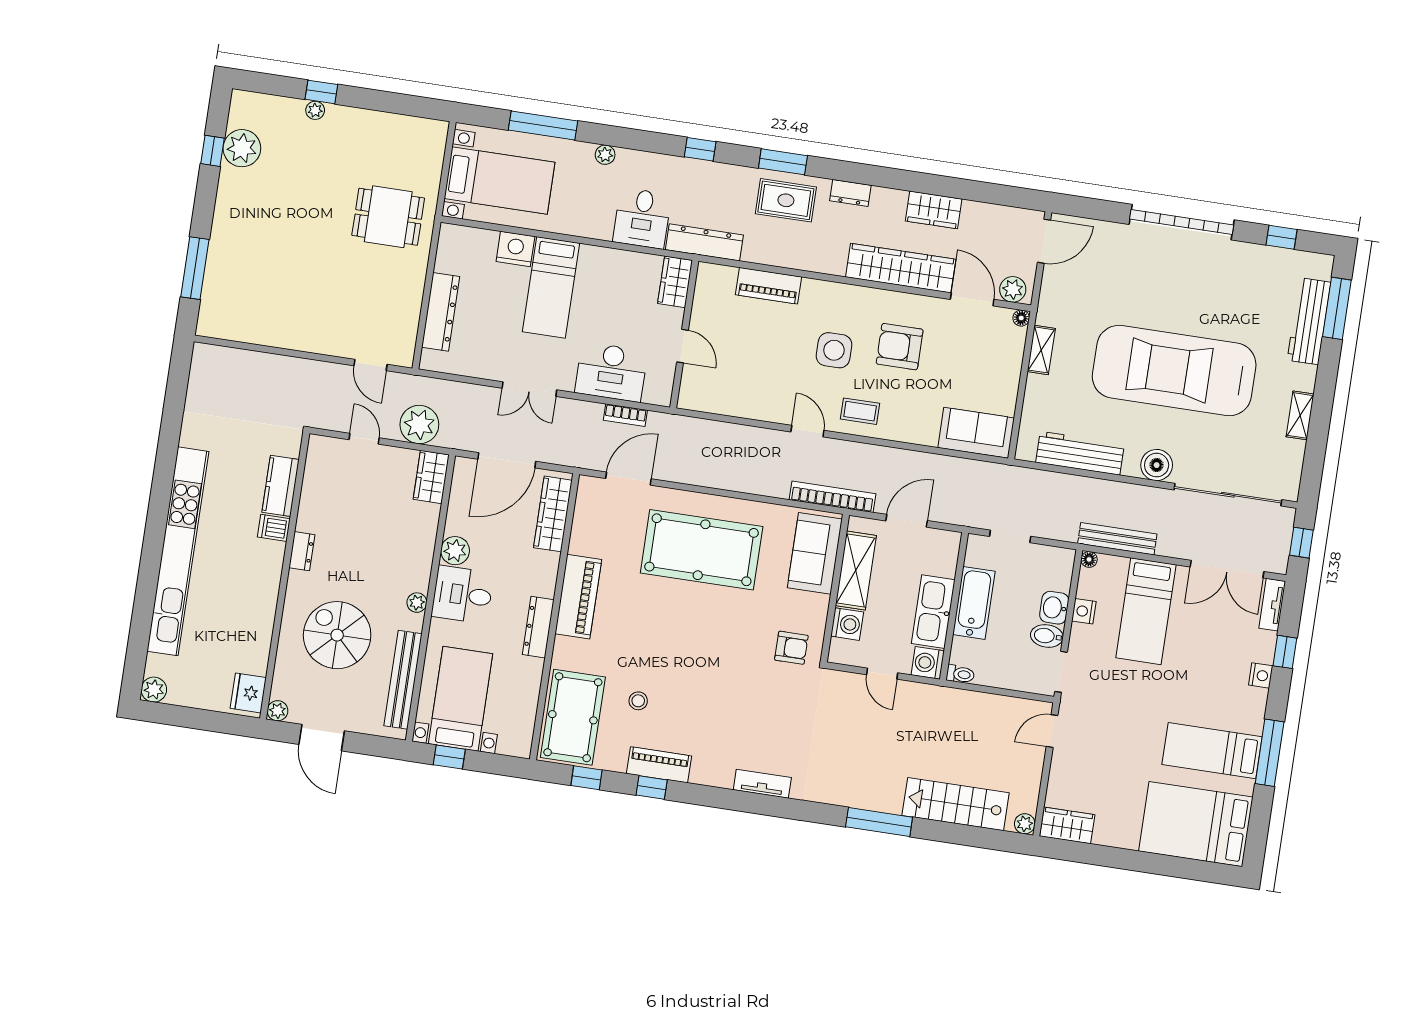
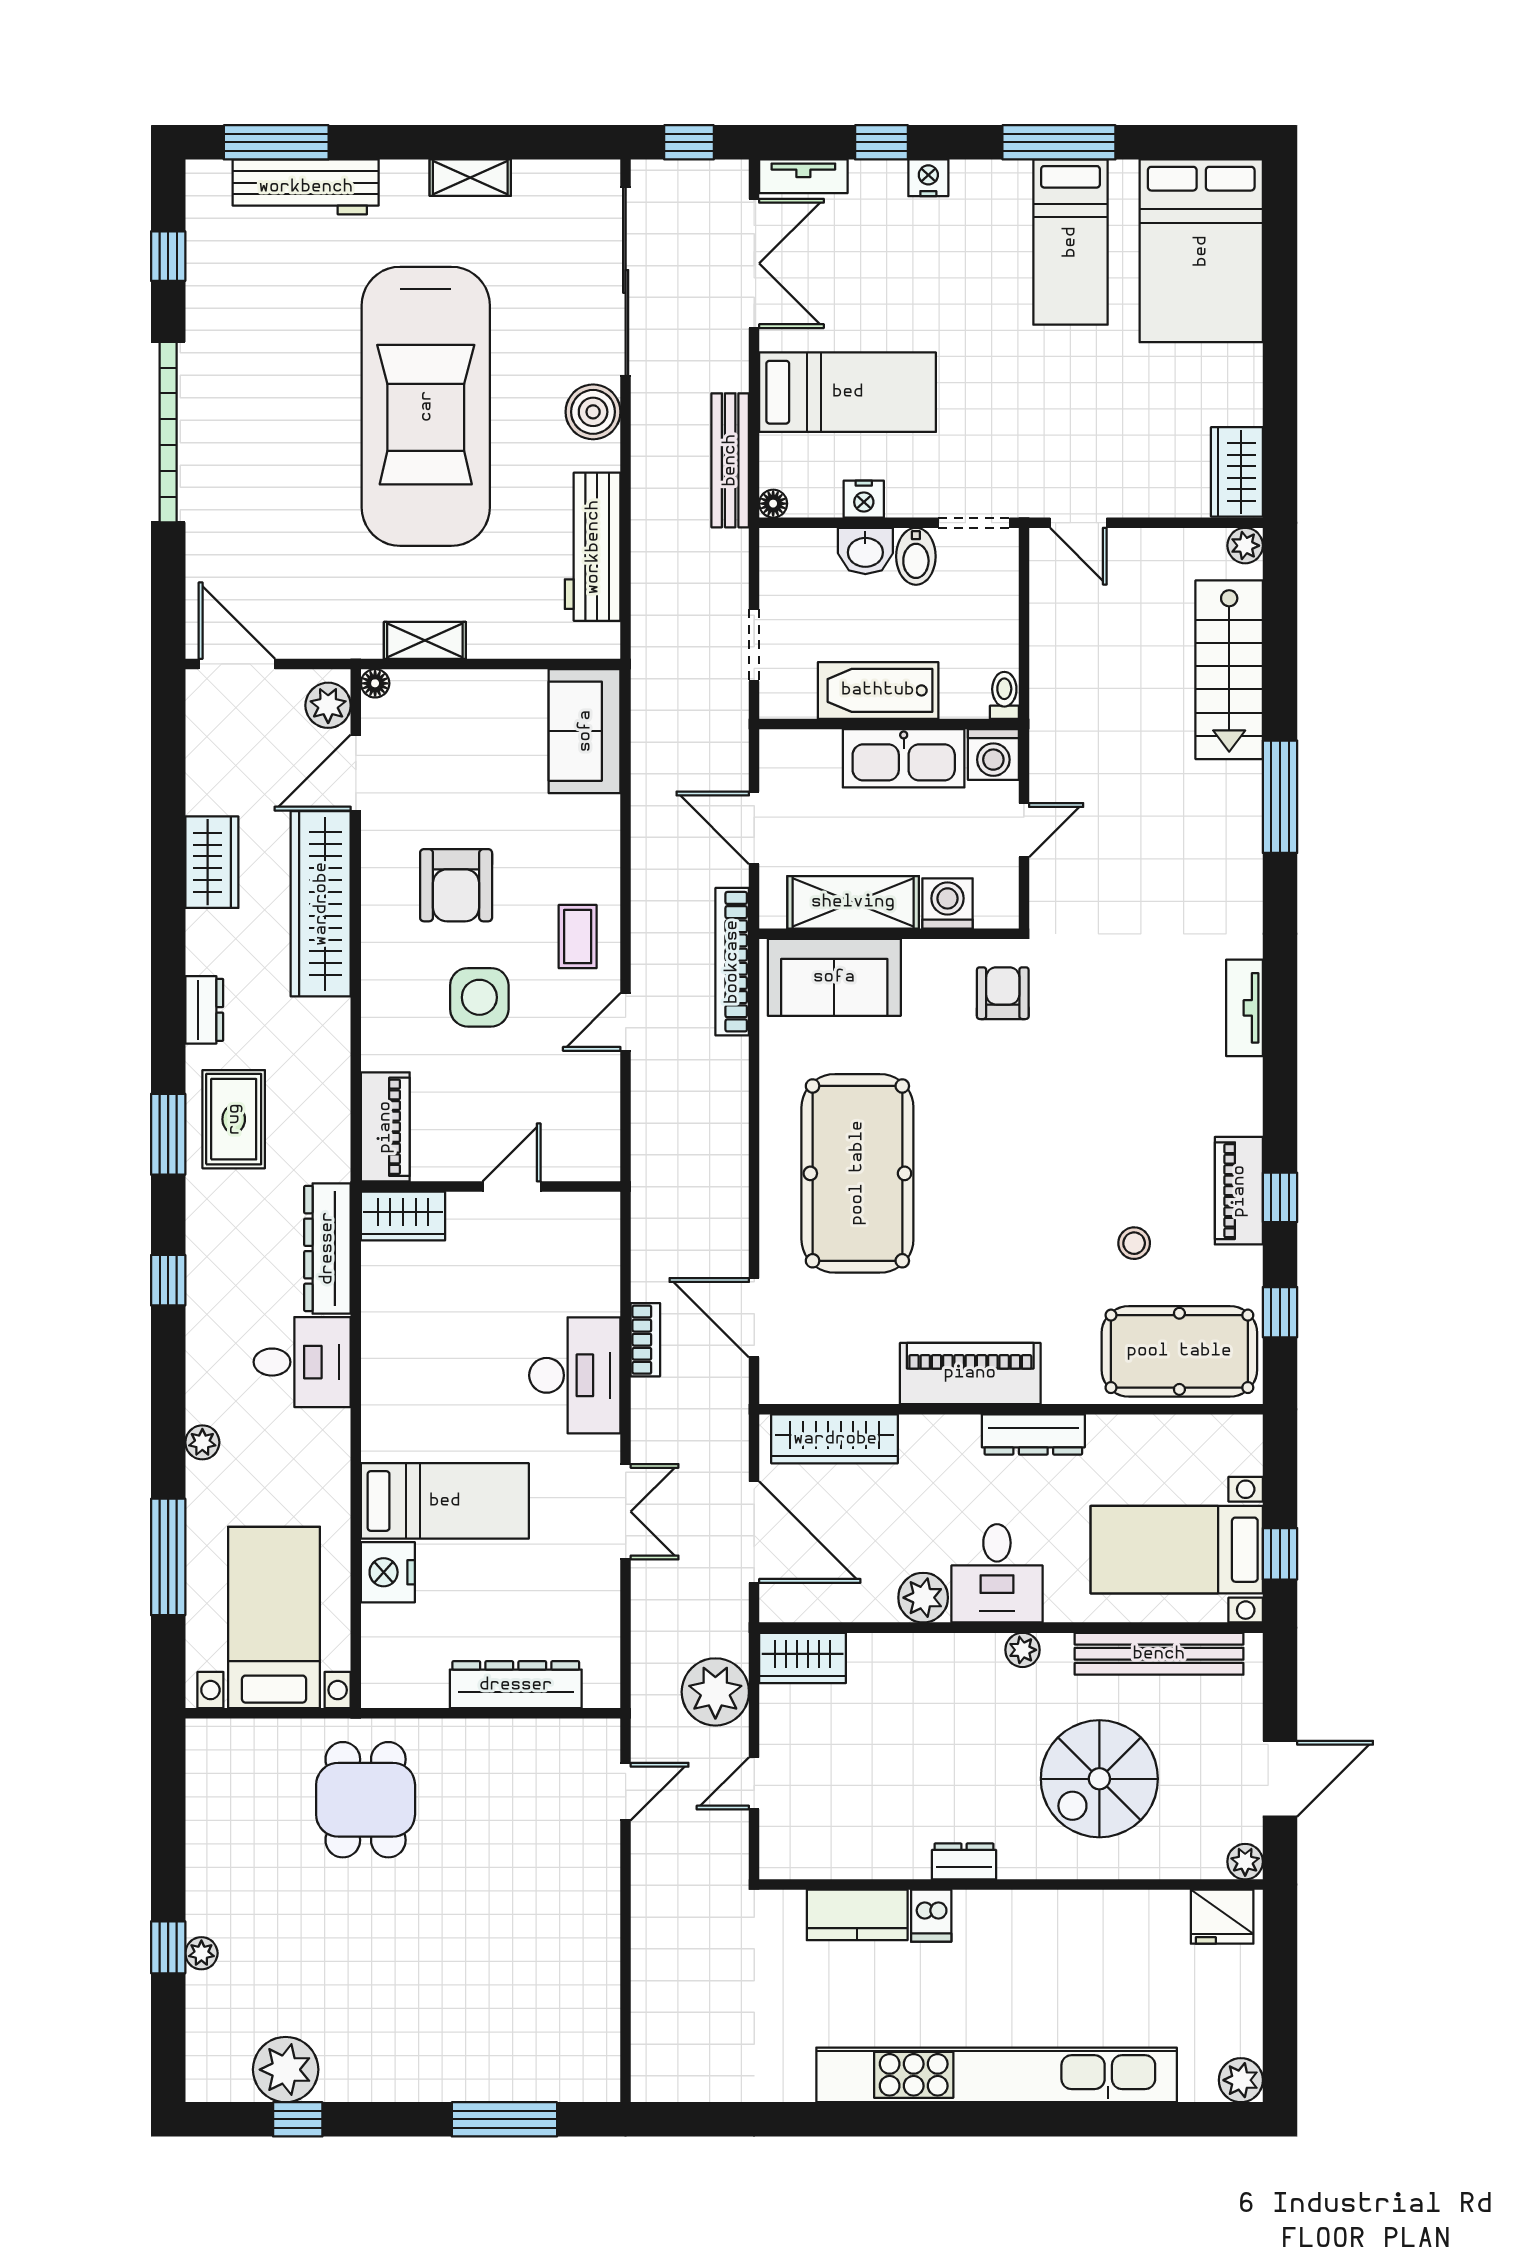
wardrobe: (675, 282) -> (403, 1216), moved
wall: (684, 334) -> (491, 1186), moved
door: (682, 346) -> (512, 1186), moved

